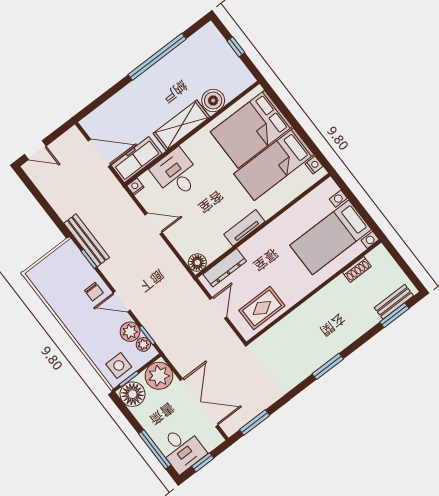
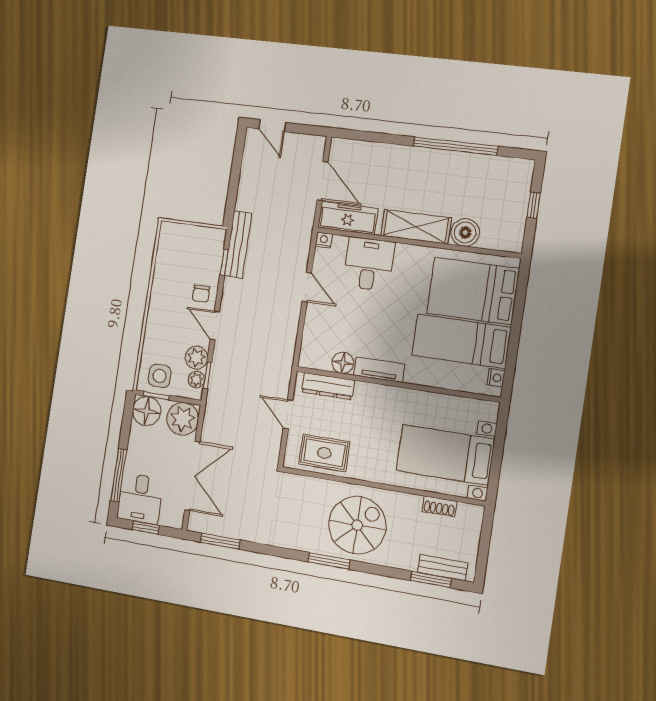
floor lamp: (197, 263) -> (343, 363), moved
door: (218, 308) -> (288, 414), swing flipped
spiral stairs: (323, 329) -> (357, 525), added

